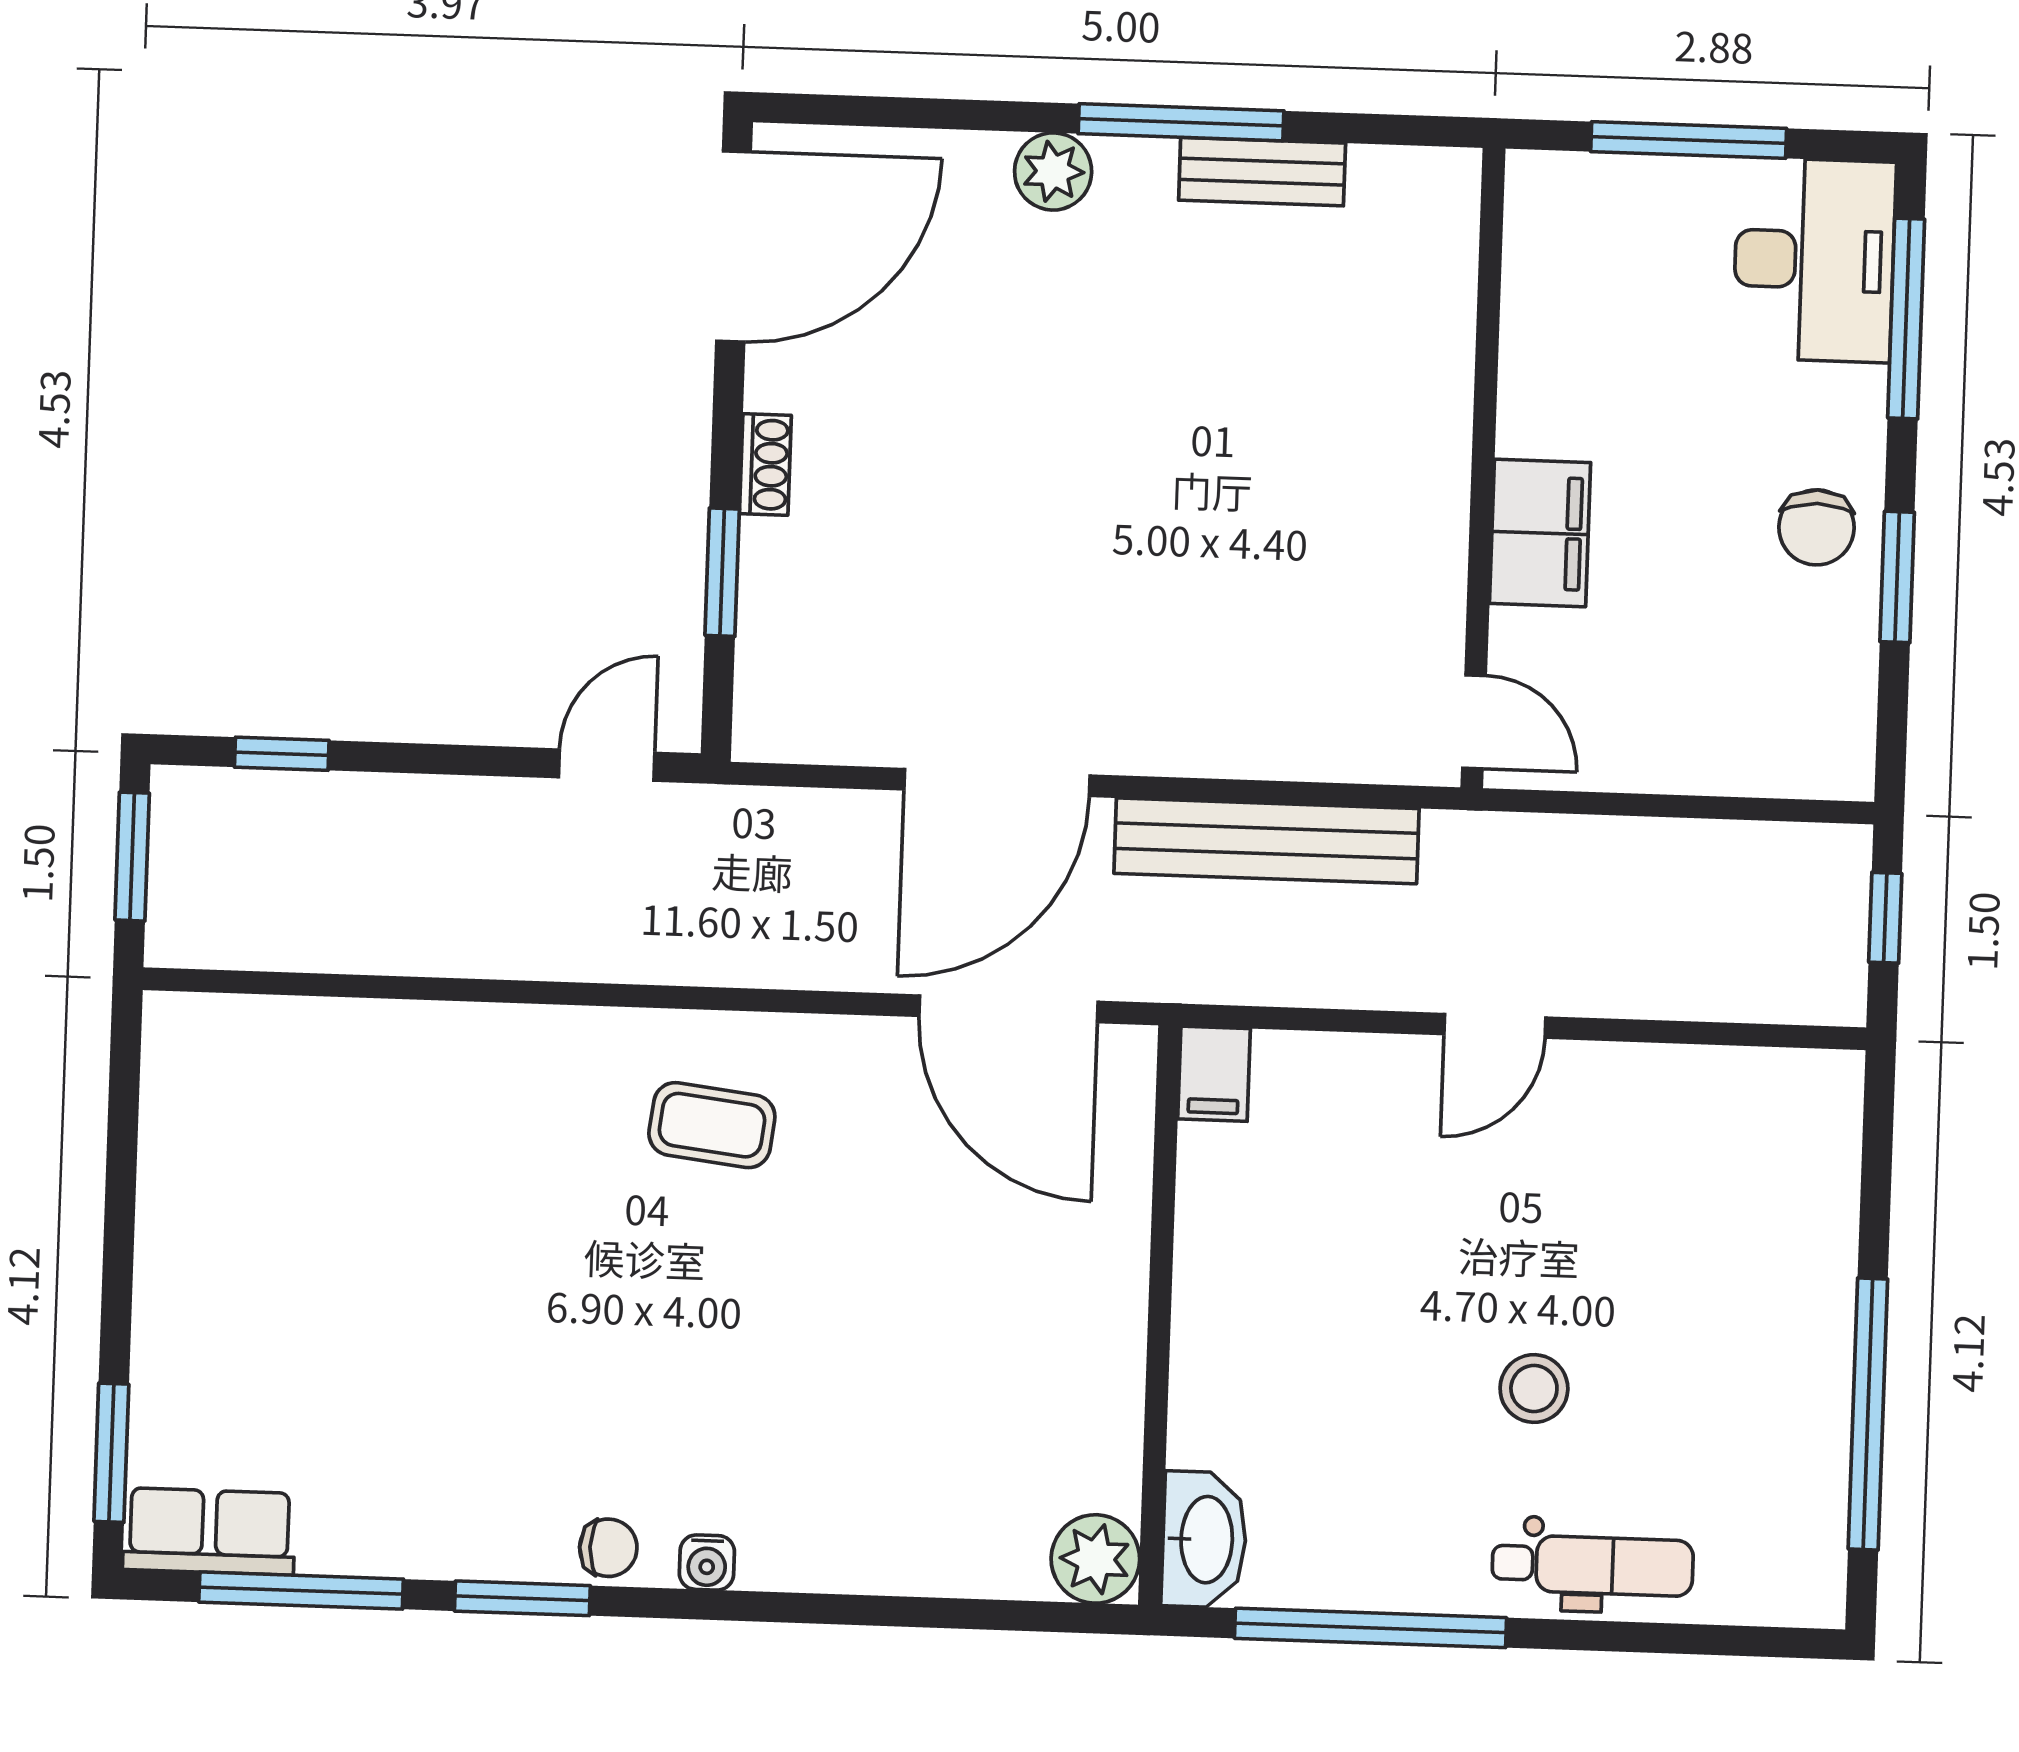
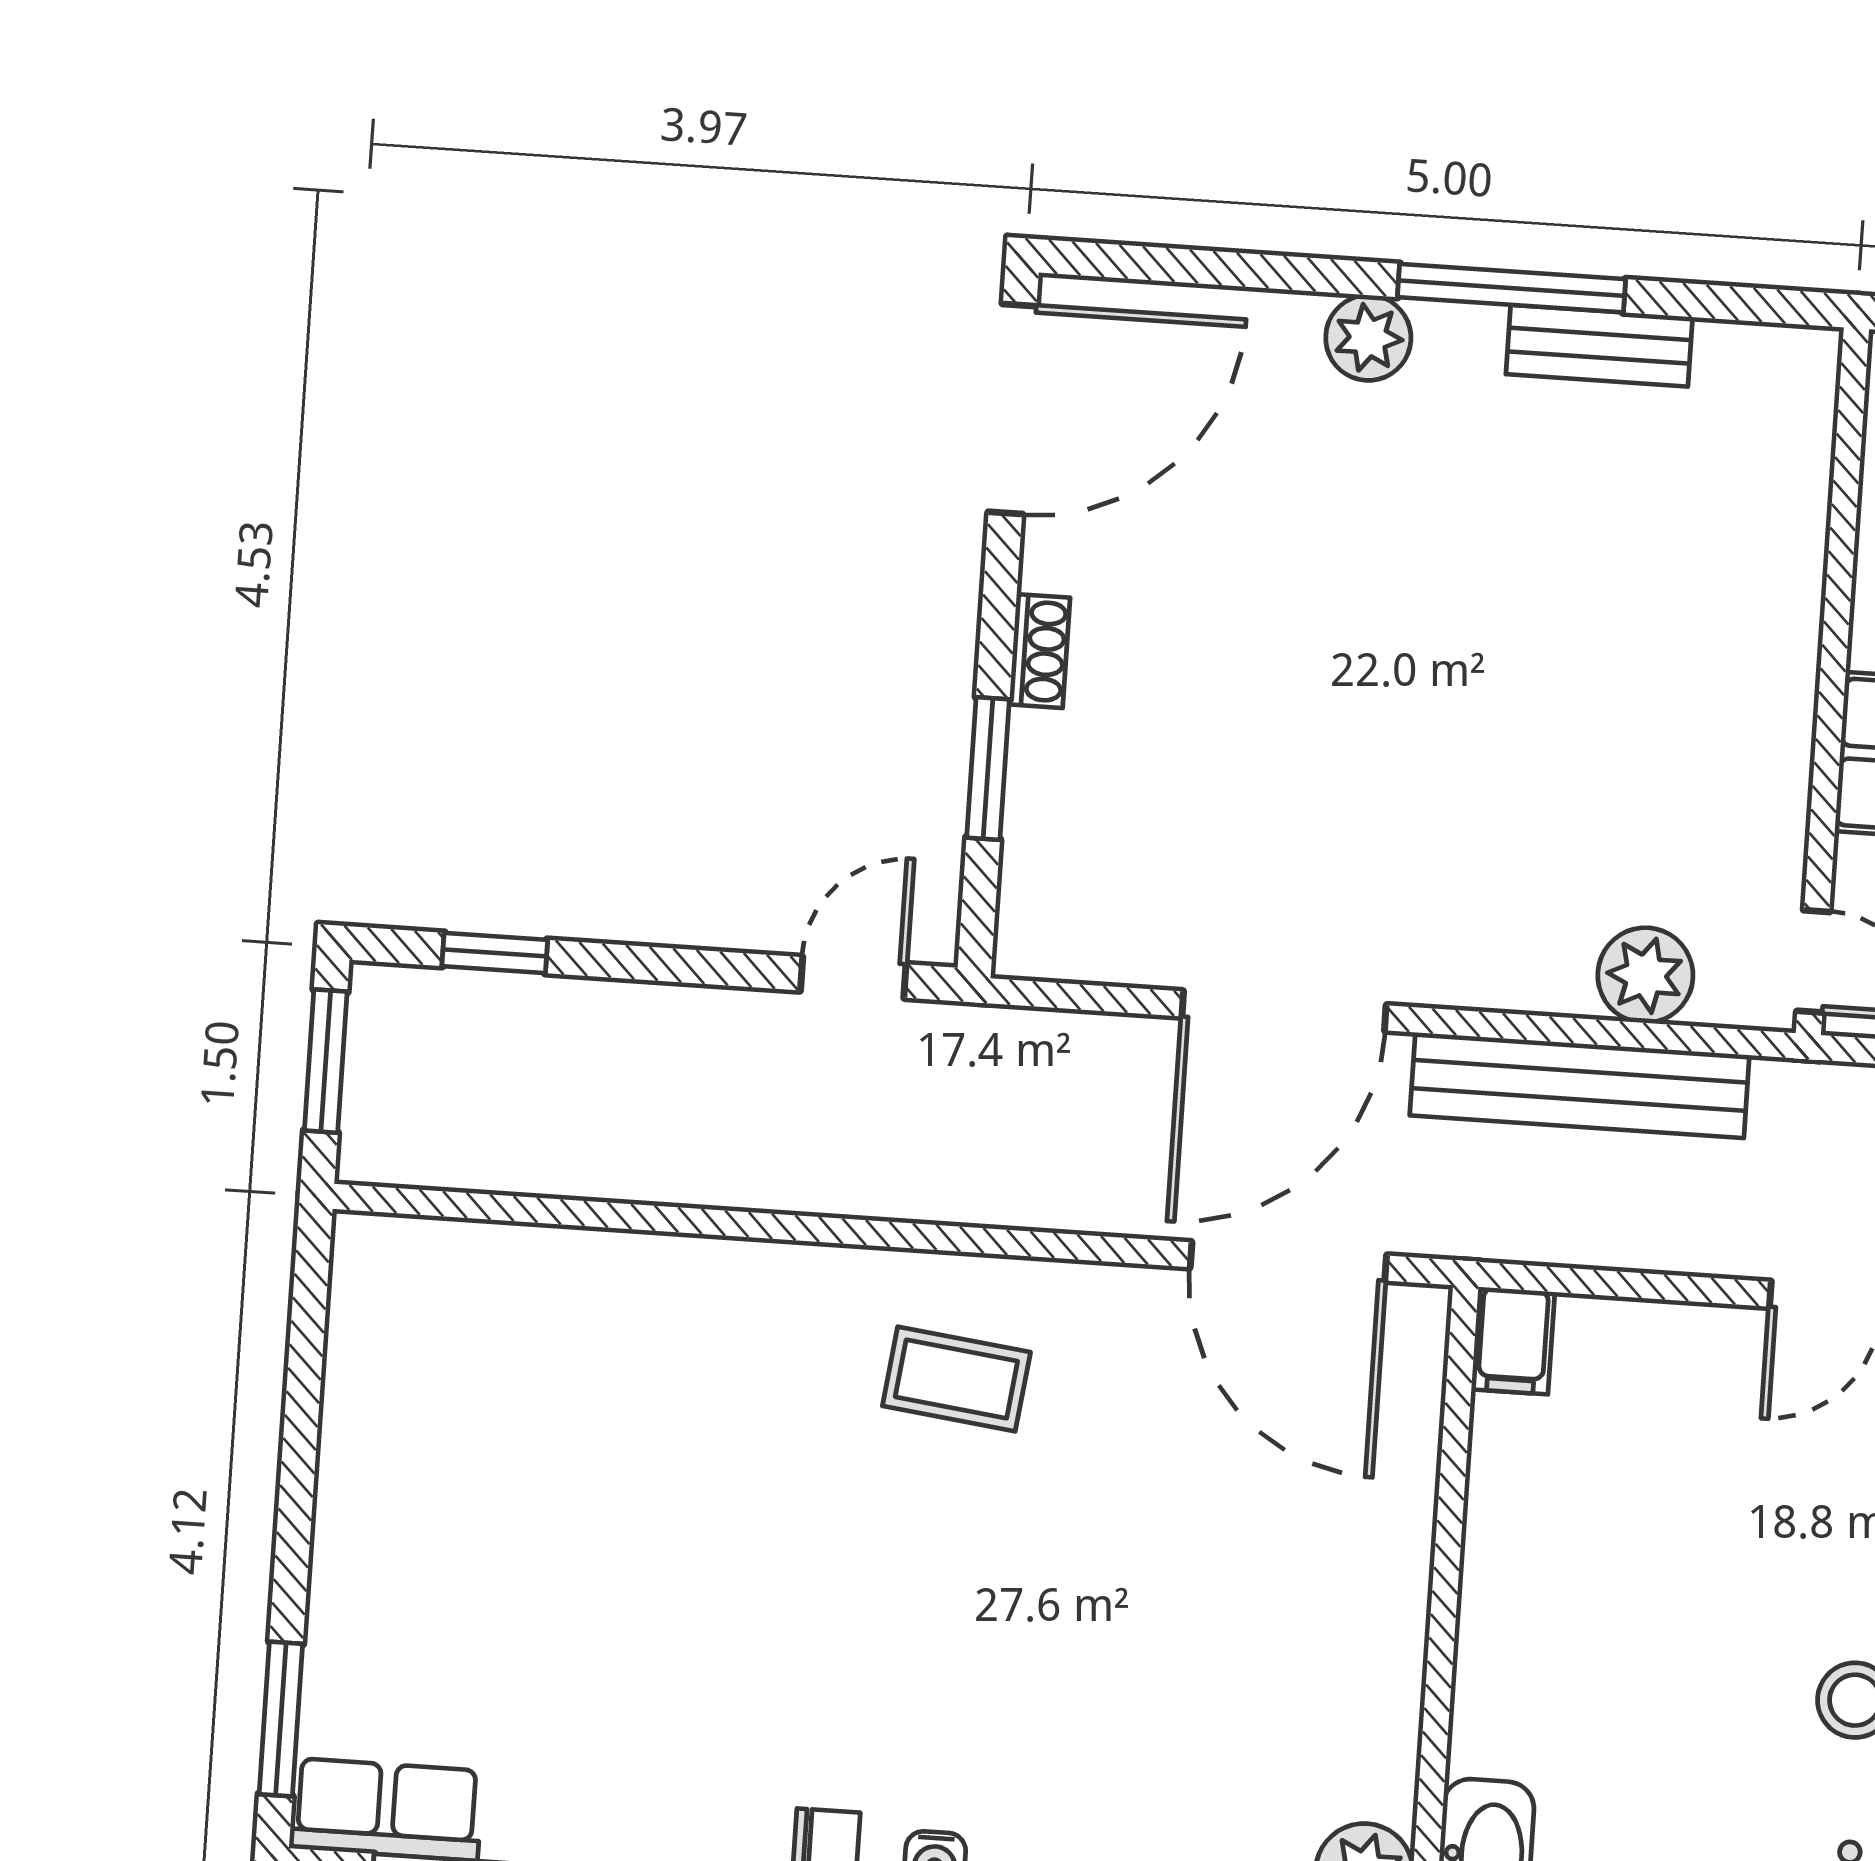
plant: (1323, 739) -> (1645, 975), added

